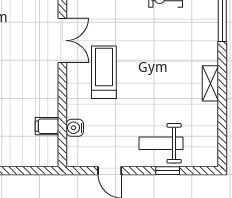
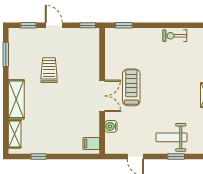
double door: (62, 40) -> (102, 96), moved
filing cabinet: (47, 126) -> (91, 144), moved

